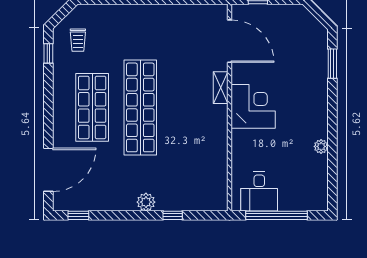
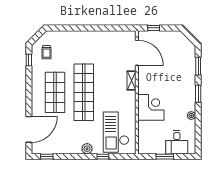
corner desk: (253, 106) -> (151, 107), moved
window: (332, 110) -> (198, 94), added
checkout: (195, 174) -> (116, 132), added
desk: (259, 191) -> (177, 142), moved
window: (276, 215) -> (165, 157), width x0.47

